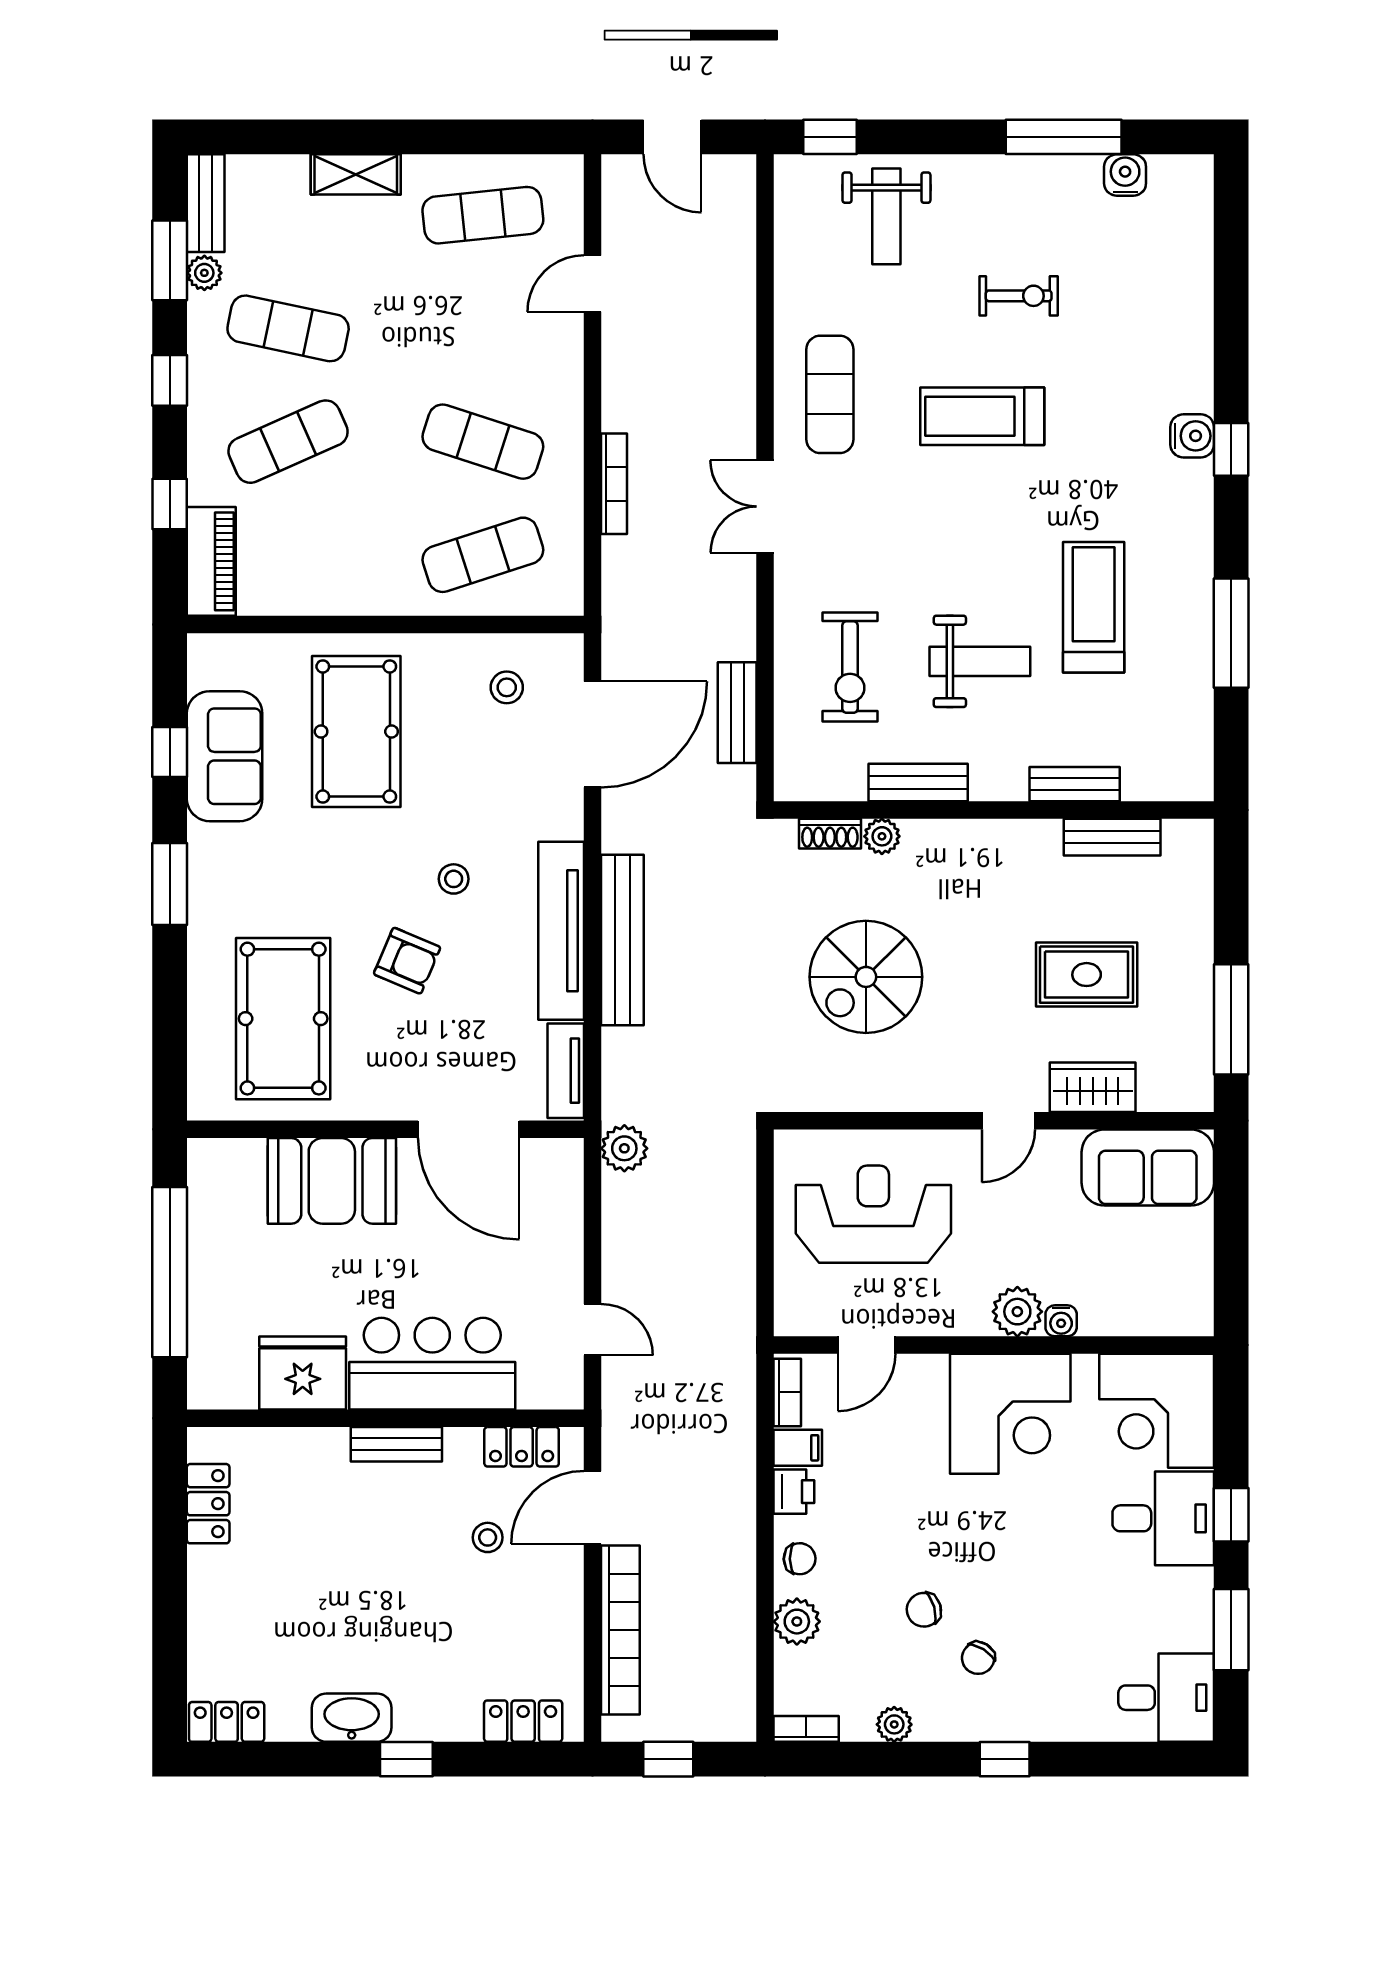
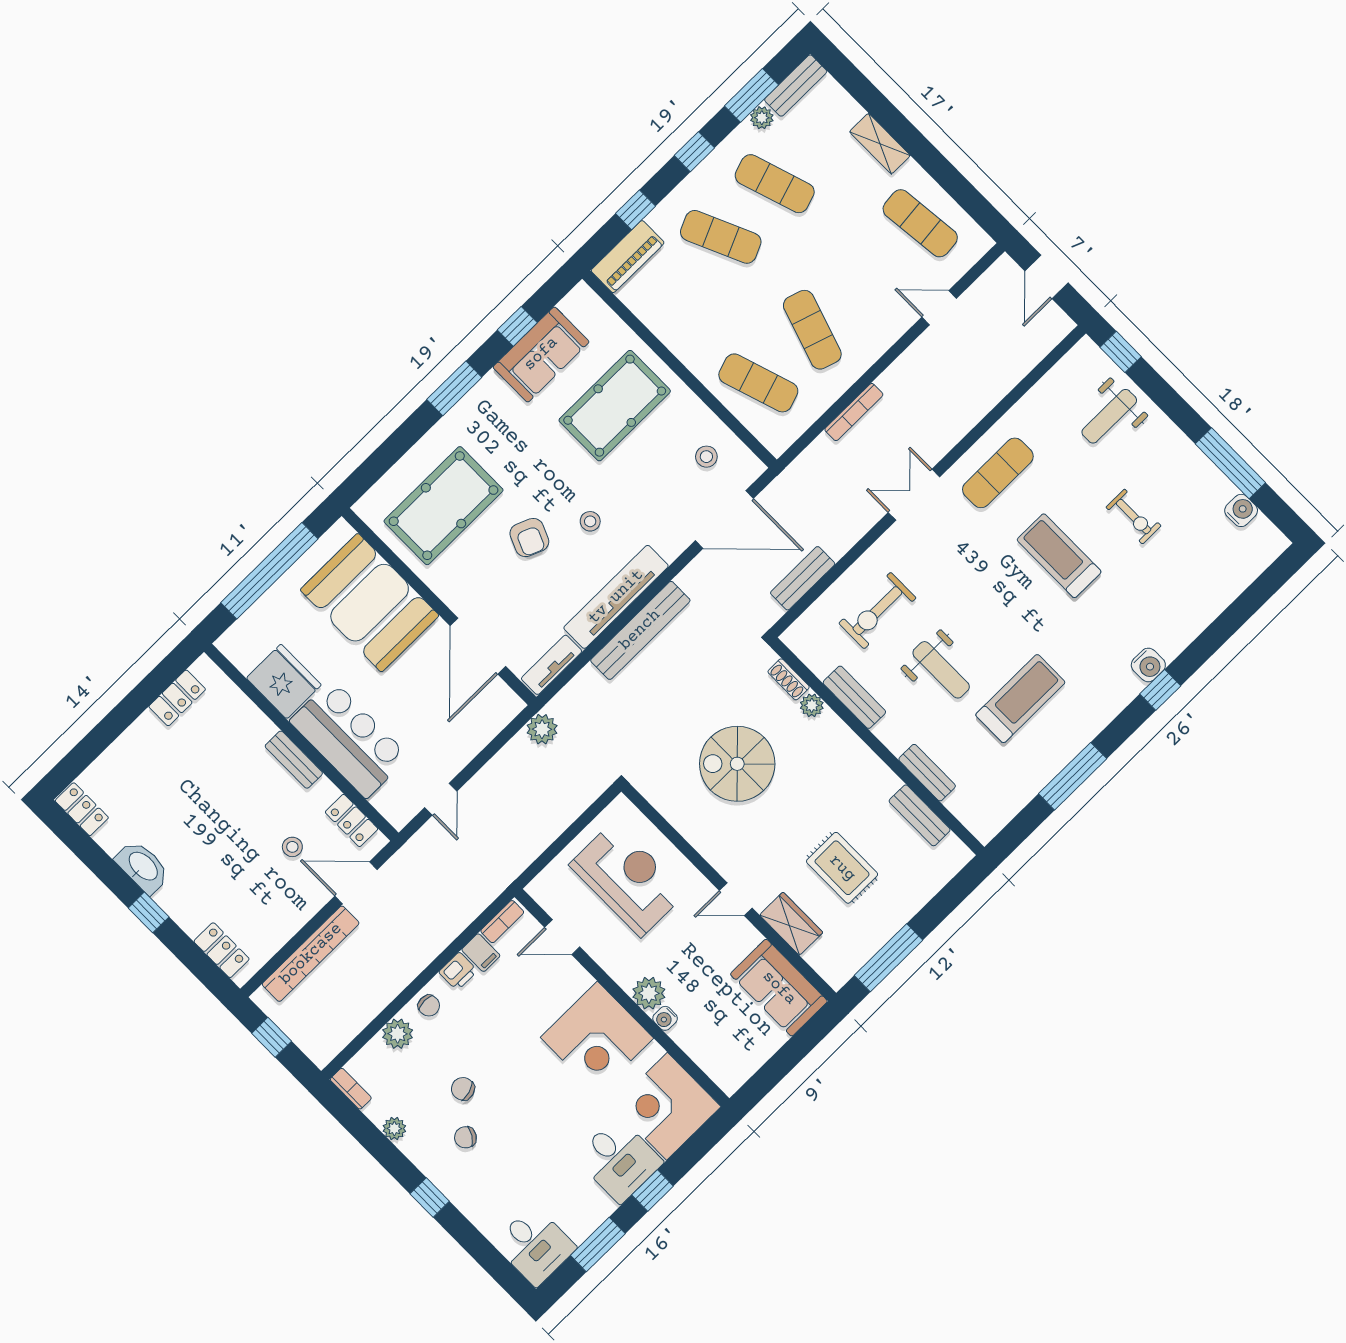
exercise mat: (288, 328) -> (775, 184), turned -30
booth: (332, 1181) -> (370, 603), width x1.36, depth x1.42

